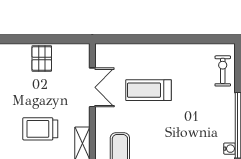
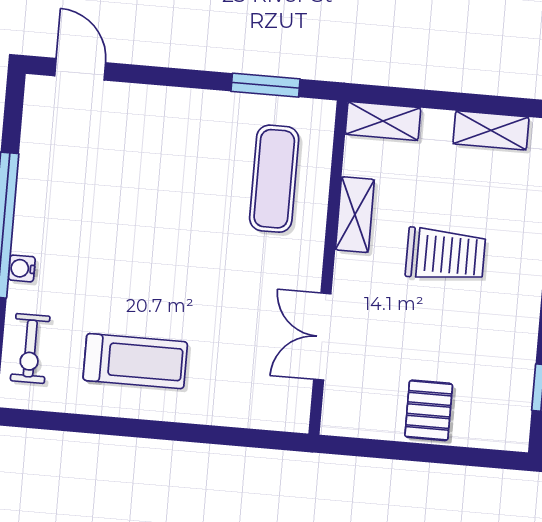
treadmill: (149, 90) -> (135, 361), moved
water cooler: (230, 149) -> (22, 268), moved

